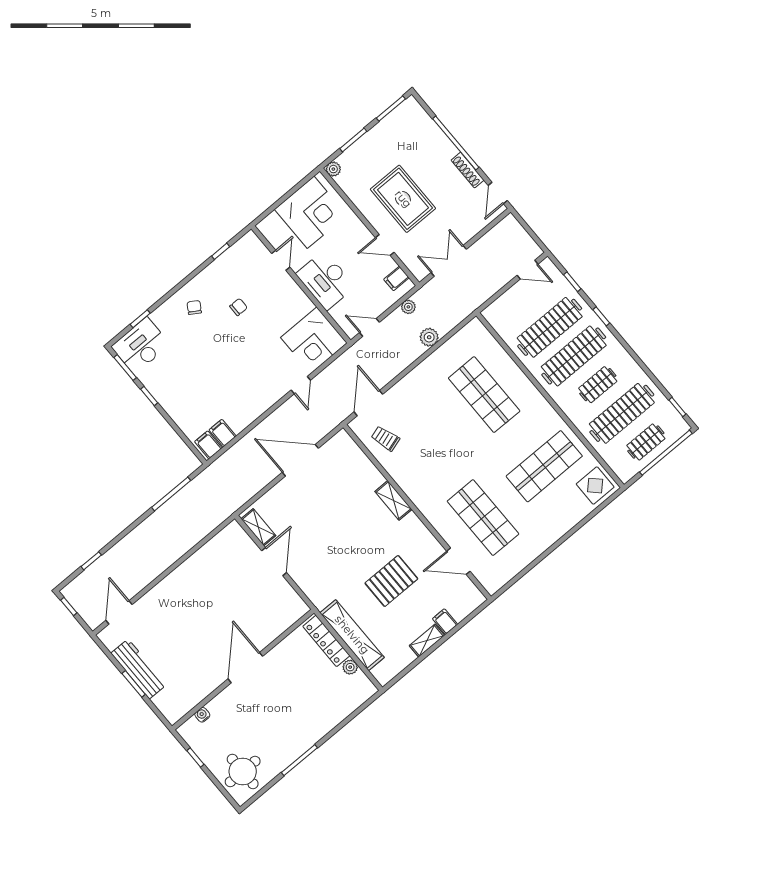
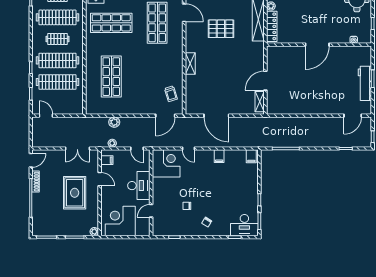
door: (301, 385) -> (188, 149), swing flipped
filing cabinet: (223, 433) -> (219, 156), moved

